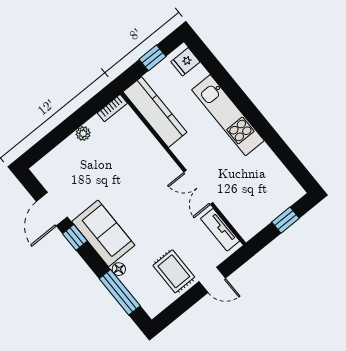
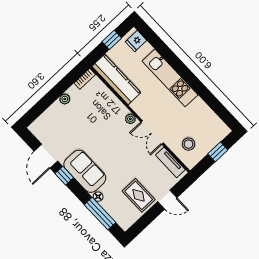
plant: (170, 167) -> (130, 119), added
stool: (246, 207) -> (189, 144), added

